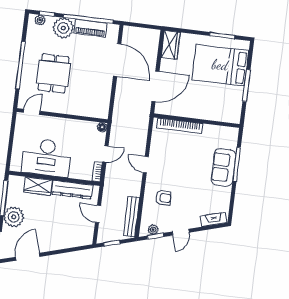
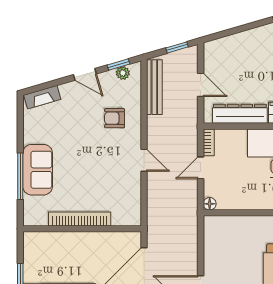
bookcase: (180, 126) -> (80, 219), moved
door: (181, 232) -> (85, 74), swing flipped

